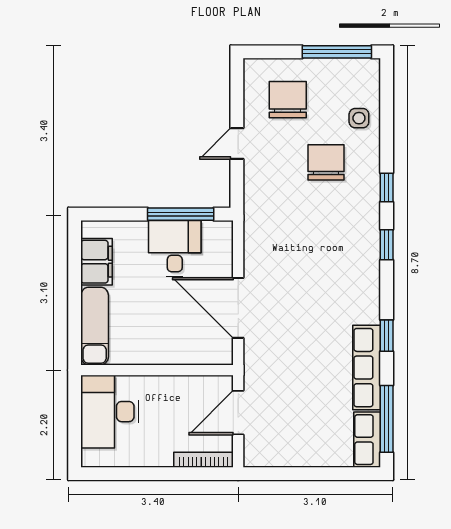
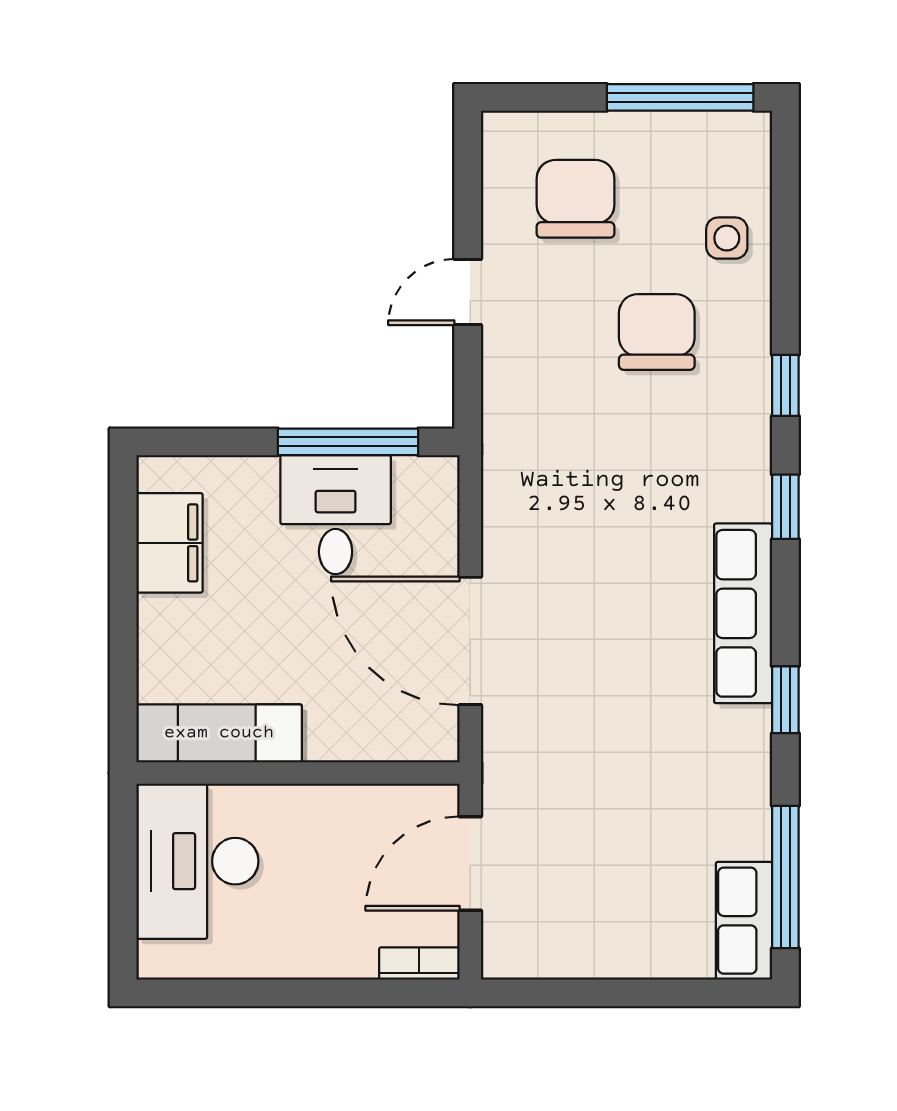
exam couch: (95, 326) -> (219, 733), moved, turned -90
row of seats: (367, 368) -> (743, 613), moved
bookcase: (204, 460) -> (419, 963), width x0.64

